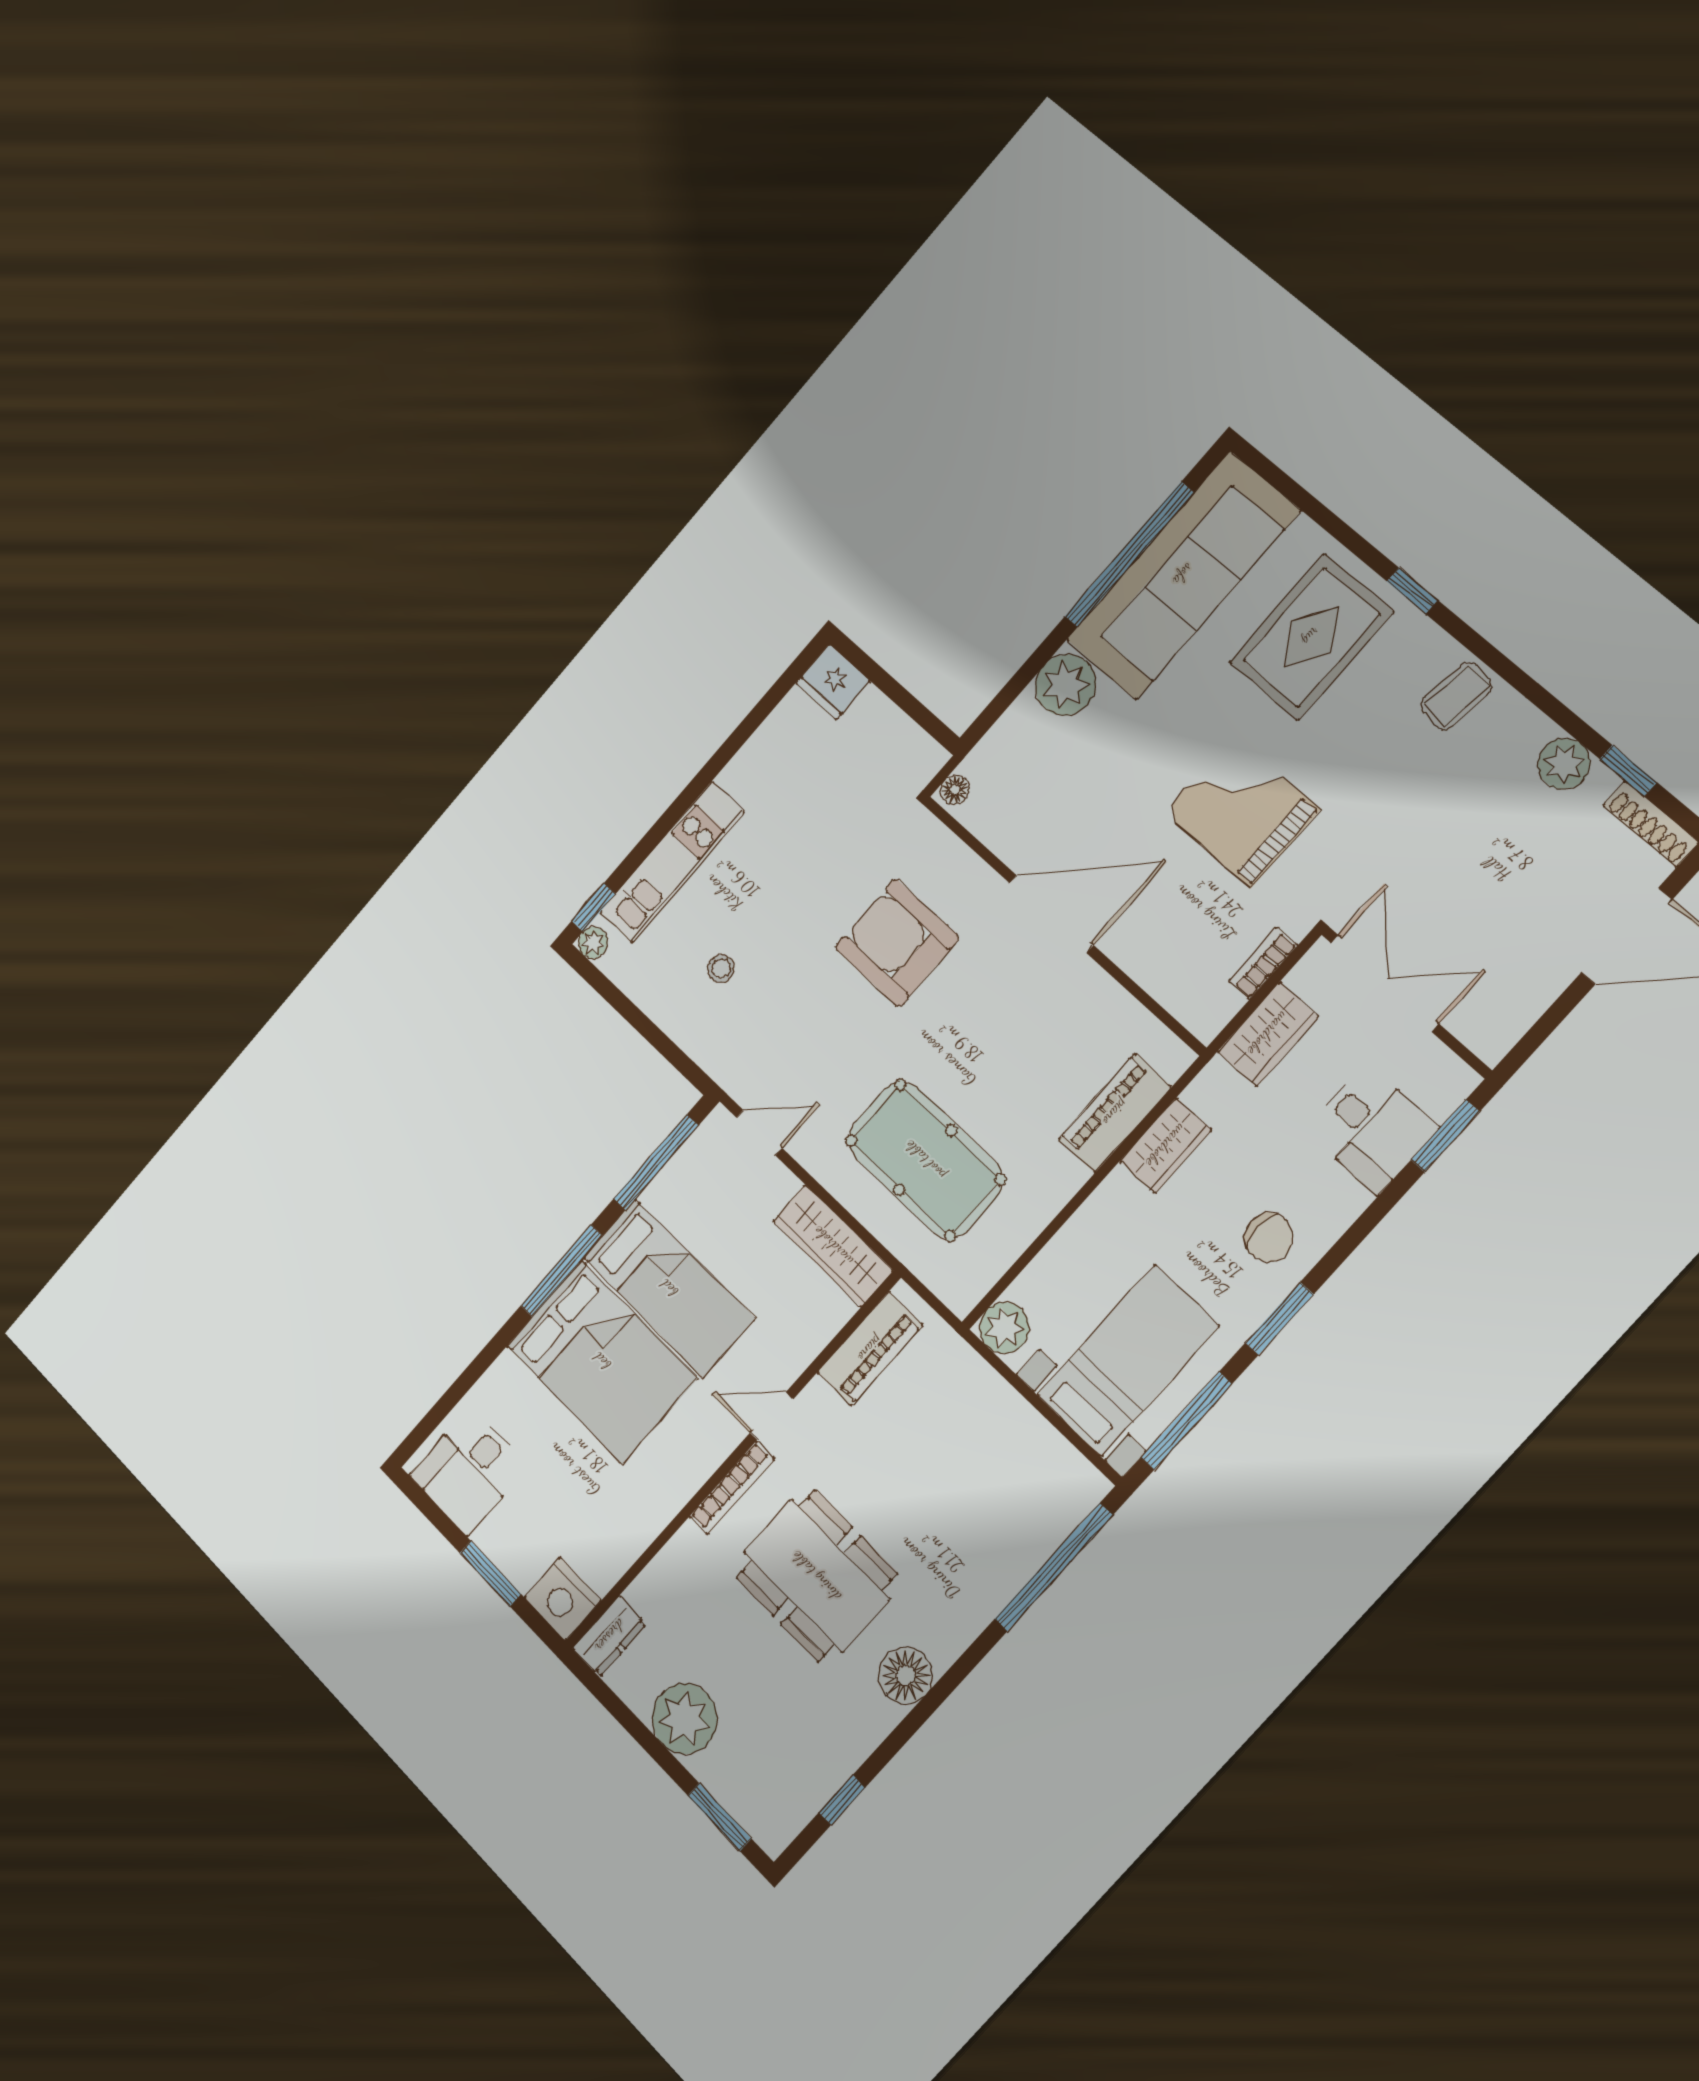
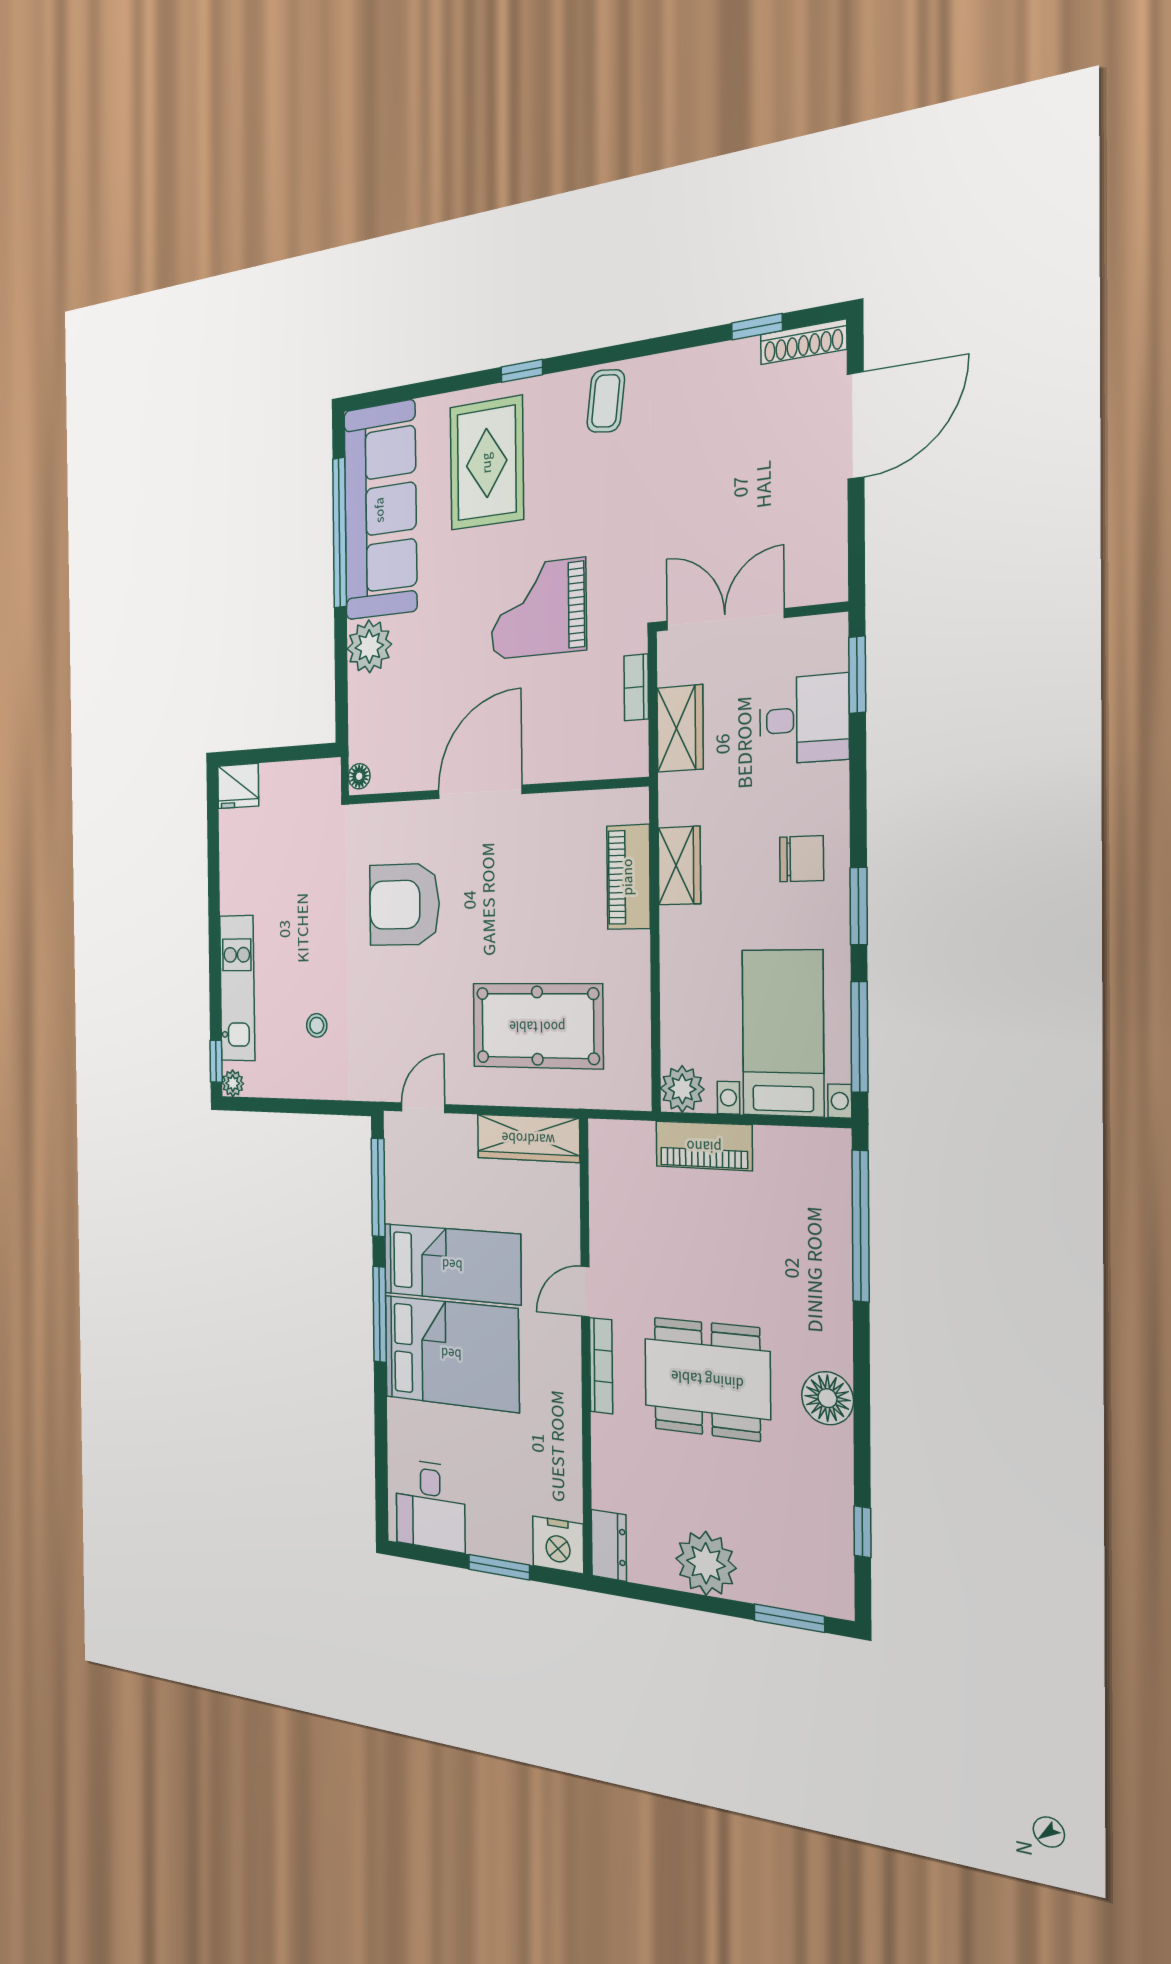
plant: (1564, 764) -> (712, 367), removed
piano: (870, 1349) -> (704, 1146), moved, turned 90

